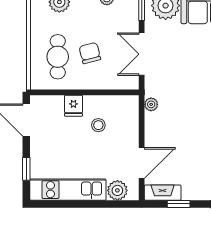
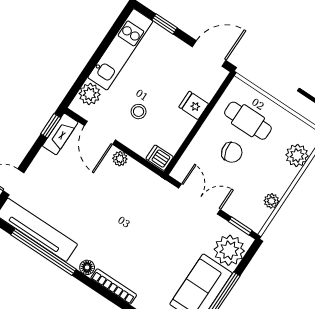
plant: (151, 104) -> (120, 159), moved
dishwasher: (130, 105) -> (160, 158), added
stool: (98, 125) -> (139, 112), moved
window: (179, 204) -> (51, 126), moved

